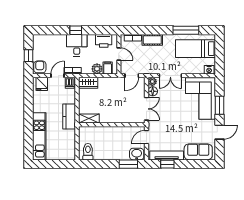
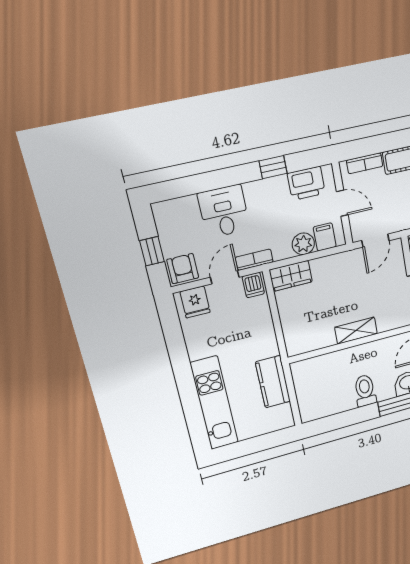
window: (76, 30) -> (273, 167), moved
desk: (77, 45) -> (224, 211), moved
kitchen counter: (69, 116) -> (273, 382), moved
shelving: (89, 119) -> (356, 331), moved
toilet: (88, 152) -> (365, 391), moved

